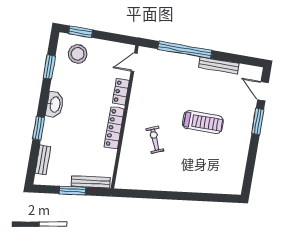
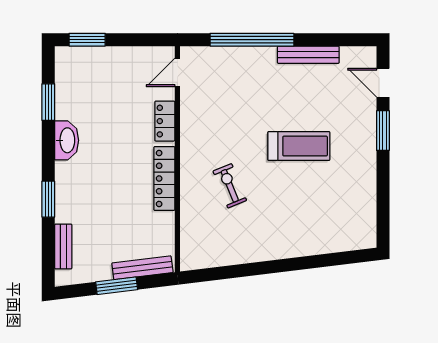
stool: (78, 54) -> (89, 75), removed
washbasin: (55, 104) -> (67, 140), moved

